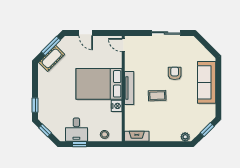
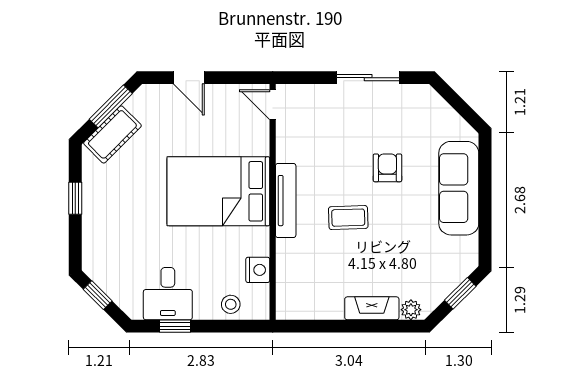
window: (35, 105) -> (75, 198), moved
nightstand: (117, 106) -> (258, 270), moved
fireplace: (137, 136) -> (372, 308), moved

